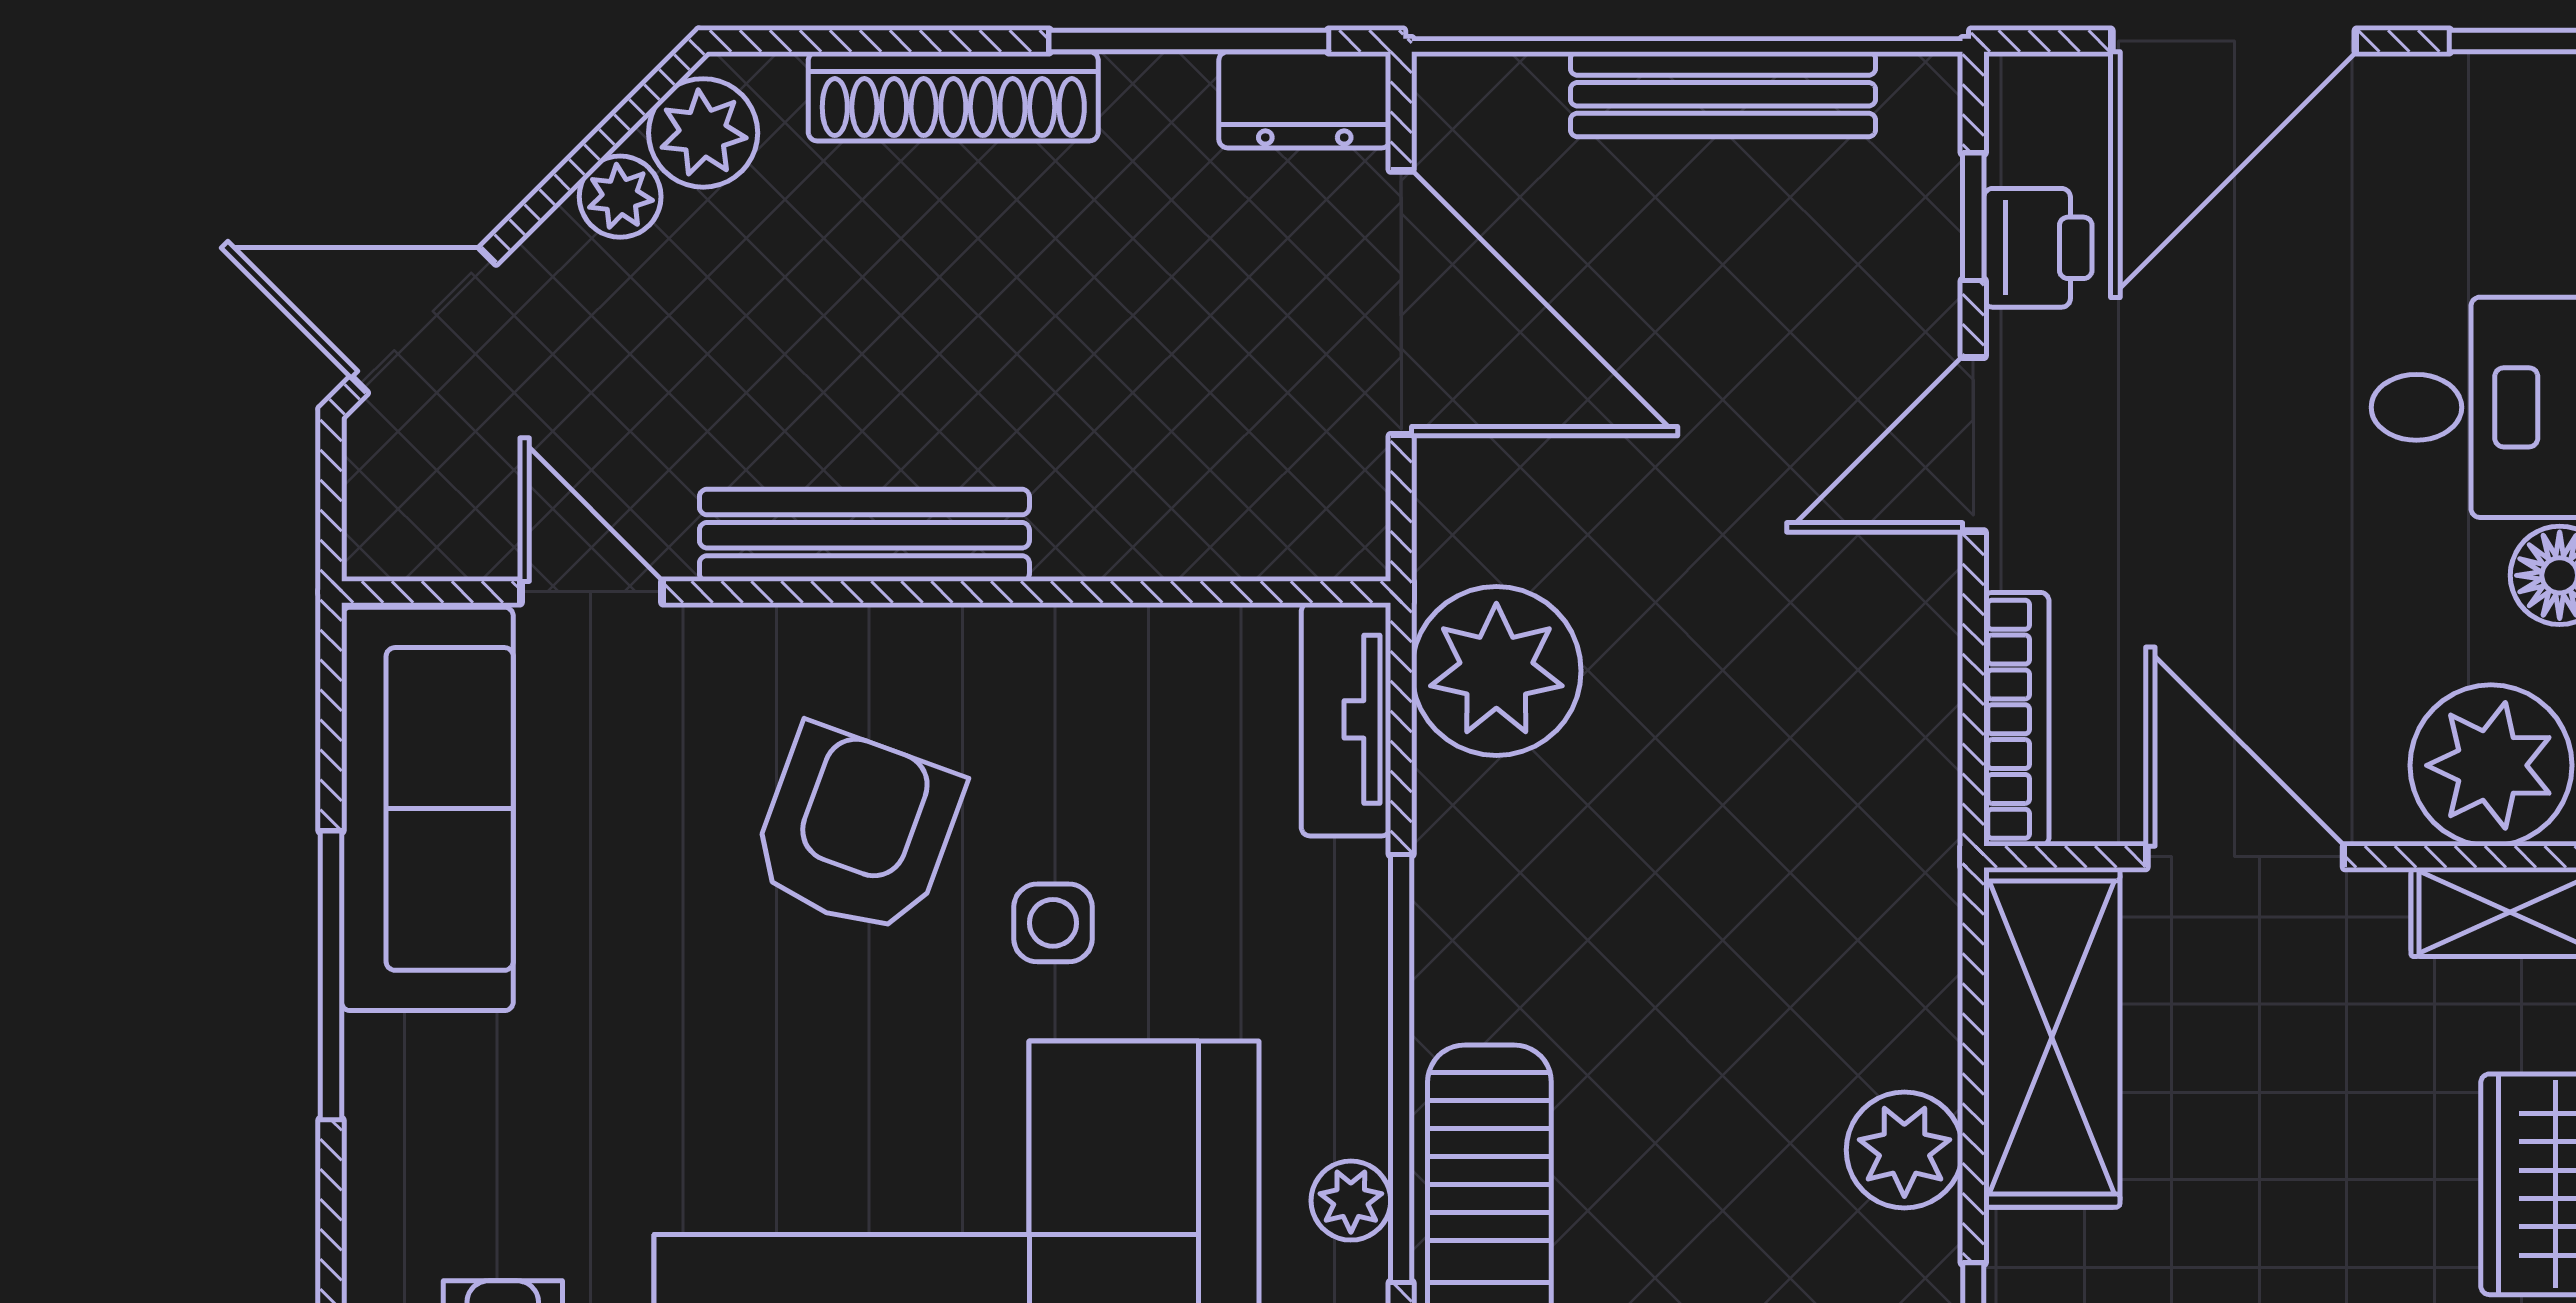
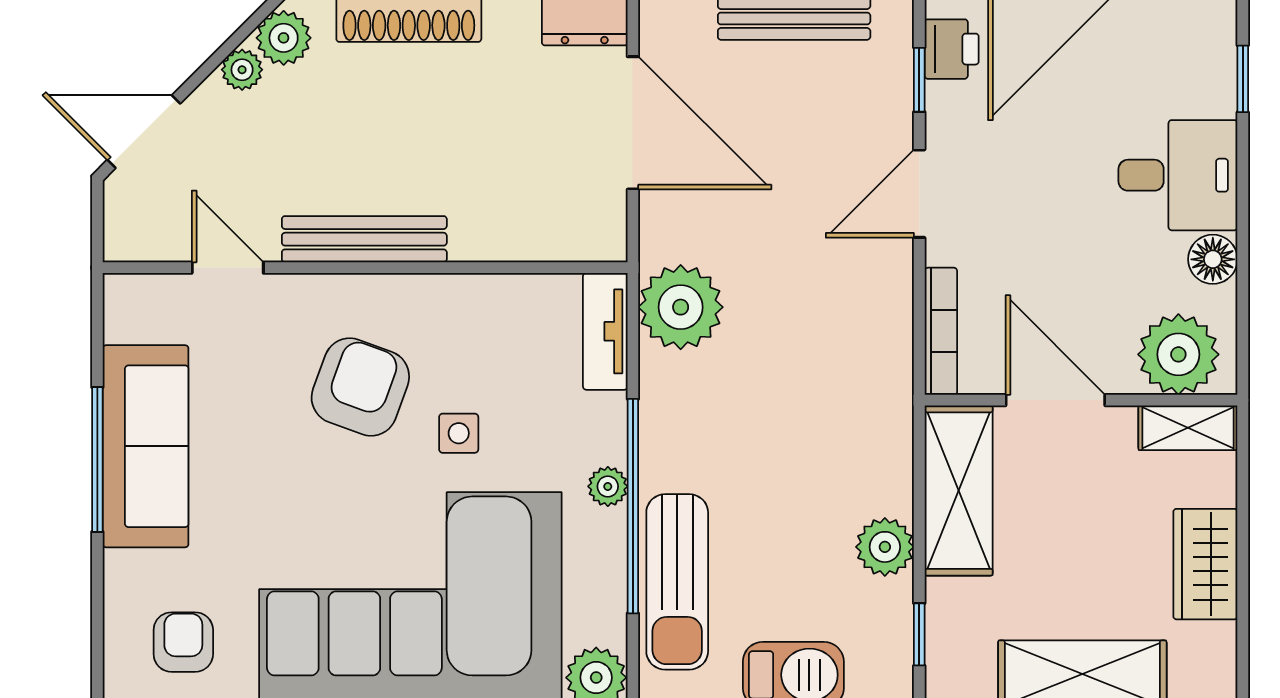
printer: (2038, 248) -> (952, 49), moved
sofa: (427, 809) -> (146, 446), moved
plant: (1351, 1201) -> (608, 486), moved

